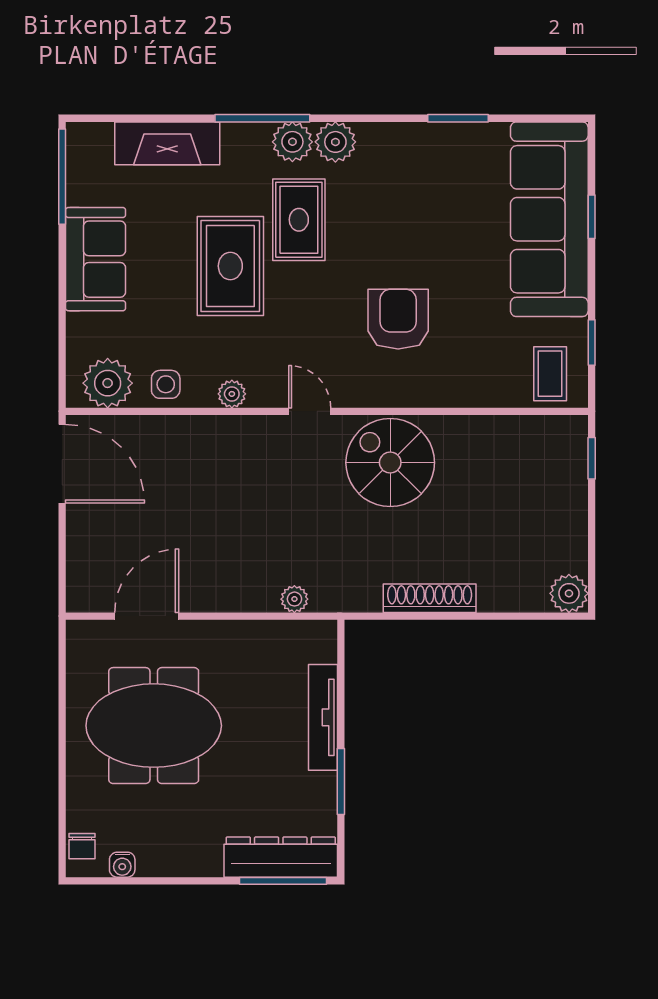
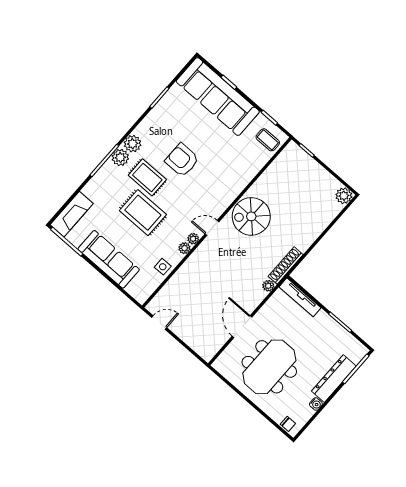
fireplace: (167, 143) -> (72, 214), moved
sofa: (96, 259) -> (109, 259), width x1.36
armchair: (398, 319) -> (182, 160), moved
plant: (108, 383) -> (193, 239), moved, width x0.53, depth x0.53
door: (62, 464) -> (159, 323), width x0.53
shoe rack: (430, 598) -> (286, 265), moved
door: (147, 616) -> (242, 327), moved
tv unit: (323, 717) -> (300, 297), moved
dresser: (281, 857) -> (334, 379), moved
water cooler: (122, 865) -> (316, 404), moved

